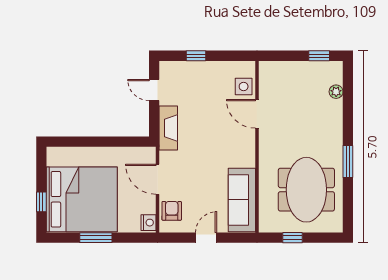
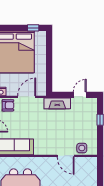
door: (257, 114) -> (66, 156), swing flipped
window: (41, 202) -> (33, 28), moved

